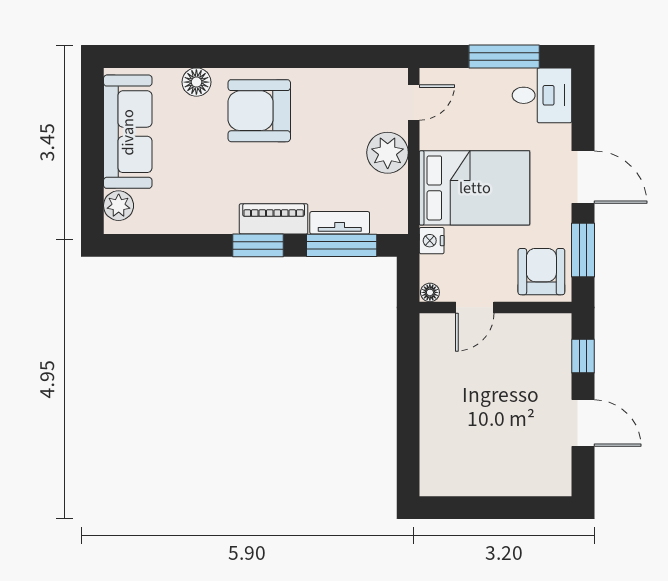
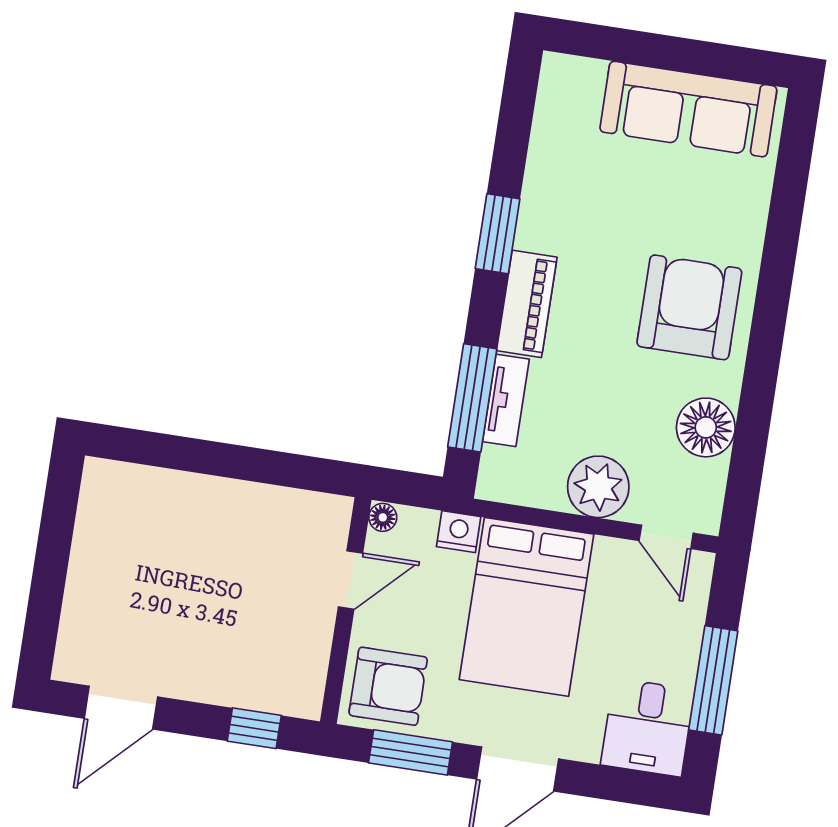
floor lamp: (196, 82) -> (706, 427), moved, width x1.38, depth x1.38
plant: (119, 206) -> (582, 79), removed
window: (258, 245) -> (498, 234), moved
door: (475, 307) -> (350, 580), swing flipped
door: (583, 423) -> (121, 708), moved

